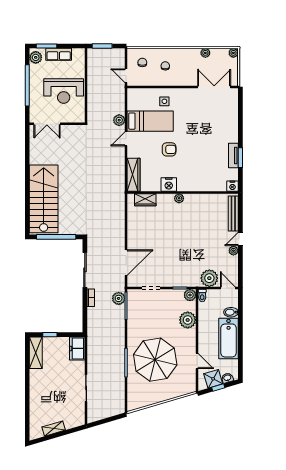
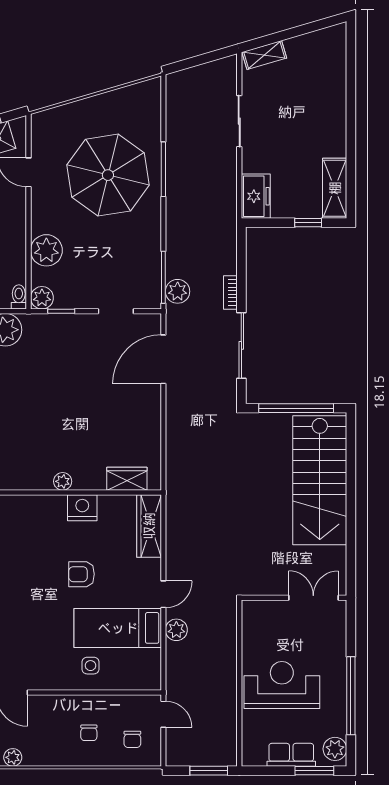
double door: (47, 124) -> (313, 598), moved
wall: (57, 124) -> (294, 598), moved
shelving: (54, 429) -> (264, 55), moved

